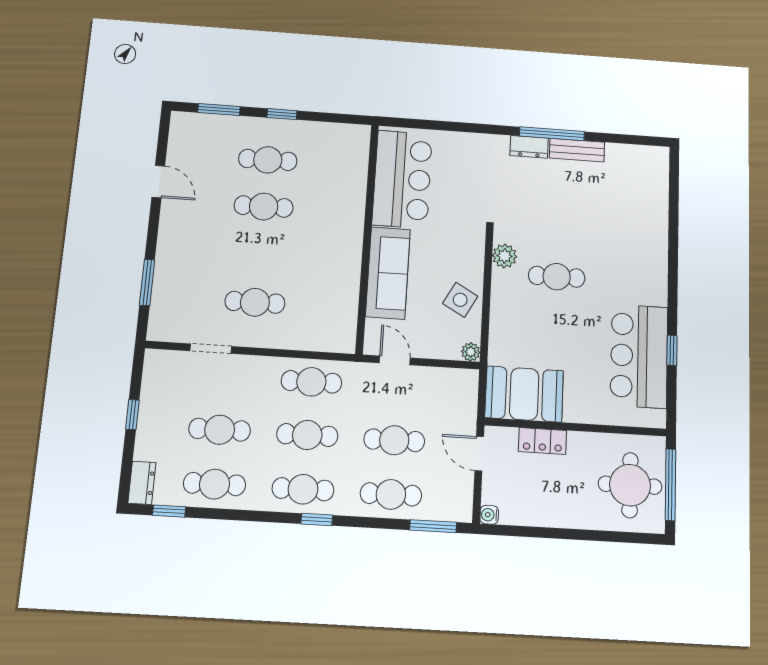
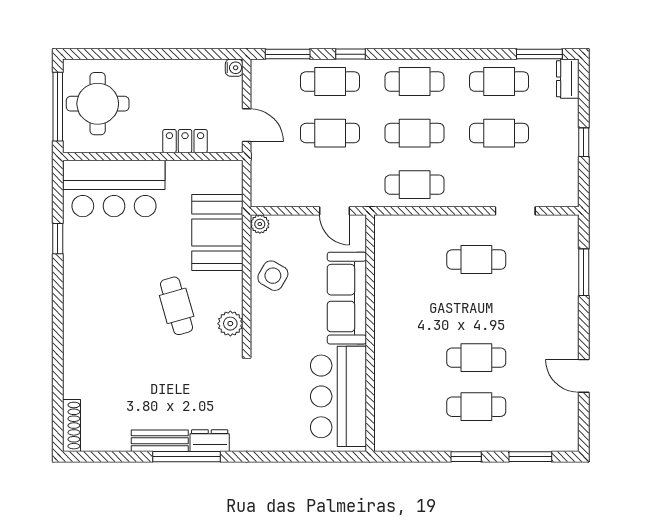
shoe rack: (661, 170) -> (72, 426), added
cafe table: (557, 277) -> (177, 306), turned 74
bar counter: (639, 356) -> (114, 189), moved, turned 90
booth: (524, 394) -> (217, 233), moved, turned 90
window: (169, 511) -> (539, 54), width x1.50
window: (317, 520) -> (350, 54), moved

